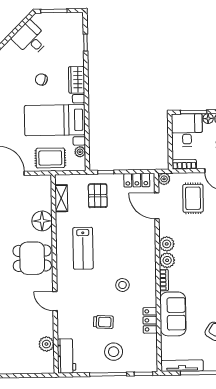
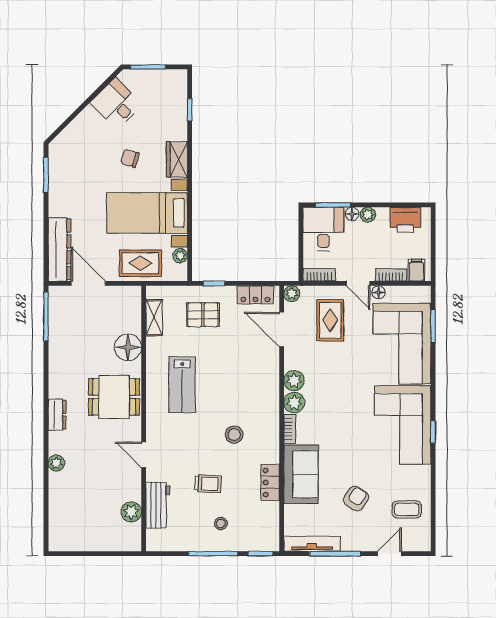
pallet: (98, 196) -> (203, 315), turned 90
stool: (114, 352) -> (221, 524), width x0.53, depth x0.53
workbench: (67, 356) -> (158, 505), moved

